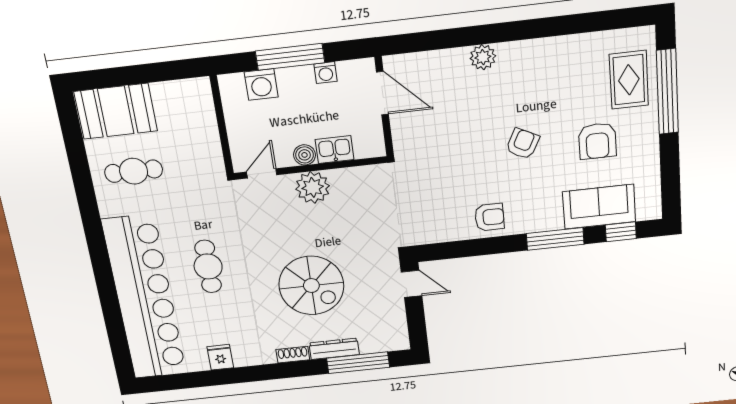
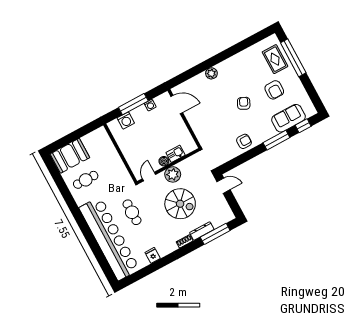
kitchen sink: (335, 150) -> (176, 154), moved
boiler: (305, 155) -> (164, 161), moved
wall: (310, 168) -> (168, 166), moved
door: (262, 173) -> (149, 177), moved
plant: (313, 187) -> (173, 174), moved

